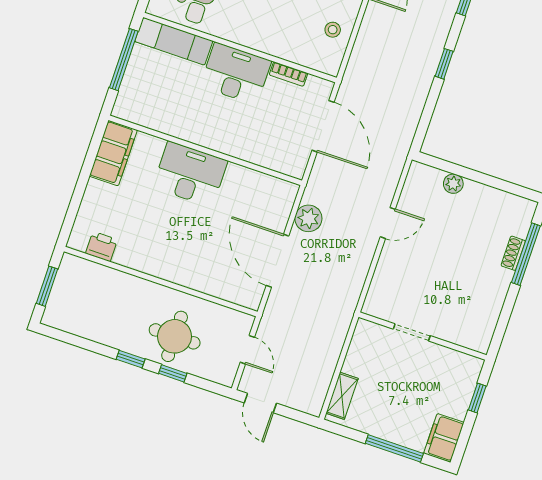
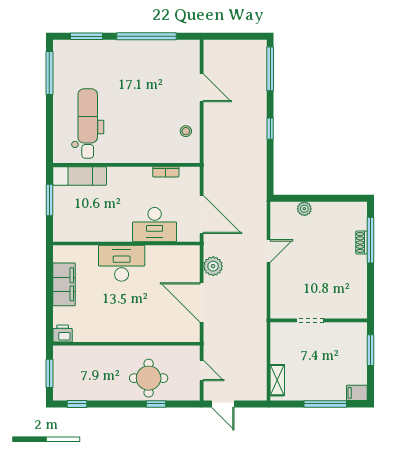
window: (124, 60) -> (49, 200), width x0.69
desk: (236, 74) -> (155, 225), moved, turned 180
door: (323, 126) -> (202, 215), moved
filing cabinet: (113, 153) -> (64, 284), moved
printer: (102, 246) -> (63, 333), moved
window: (131, 359) -> (77, 404), moved
window: (477, 398) -> (370, 350), width x1.50
filing cabinet: (444, 438) -> (357, 393), width x0.50

